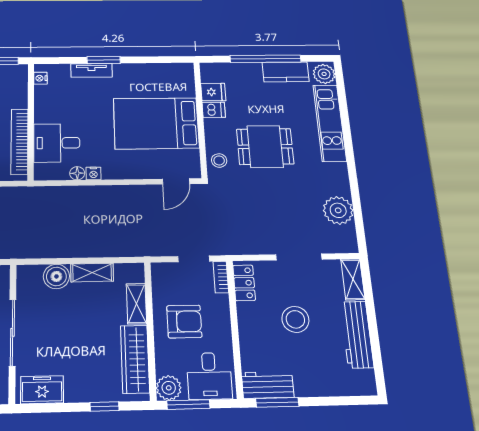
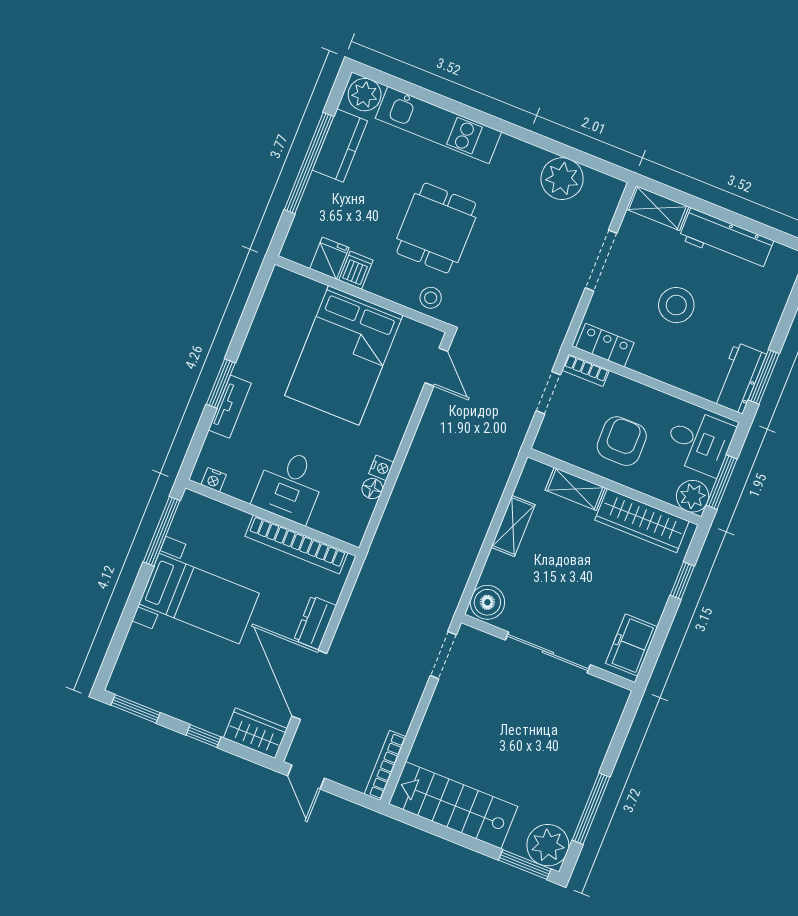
desk: (57, 143) -> (290, 486), moved
boiler: (56, 276) -> (487, 602), moved

